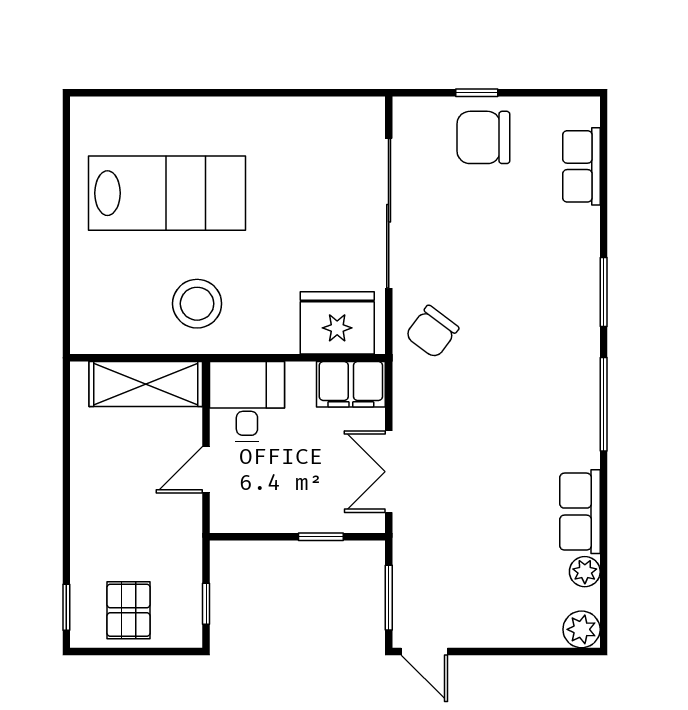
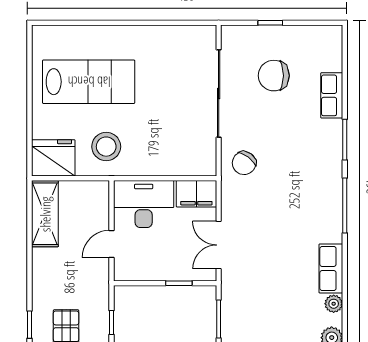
chair: (483, 137) -> (274, 76), moved
row of seats: (581, 166) -> (332, 95), moved
fridge: (337, 323) -> (53, 158), moved
shelving: (146, 384) -> (45, 214), moved, turned 90
desk: (247, 402) -> (144, 204), width x1.37

